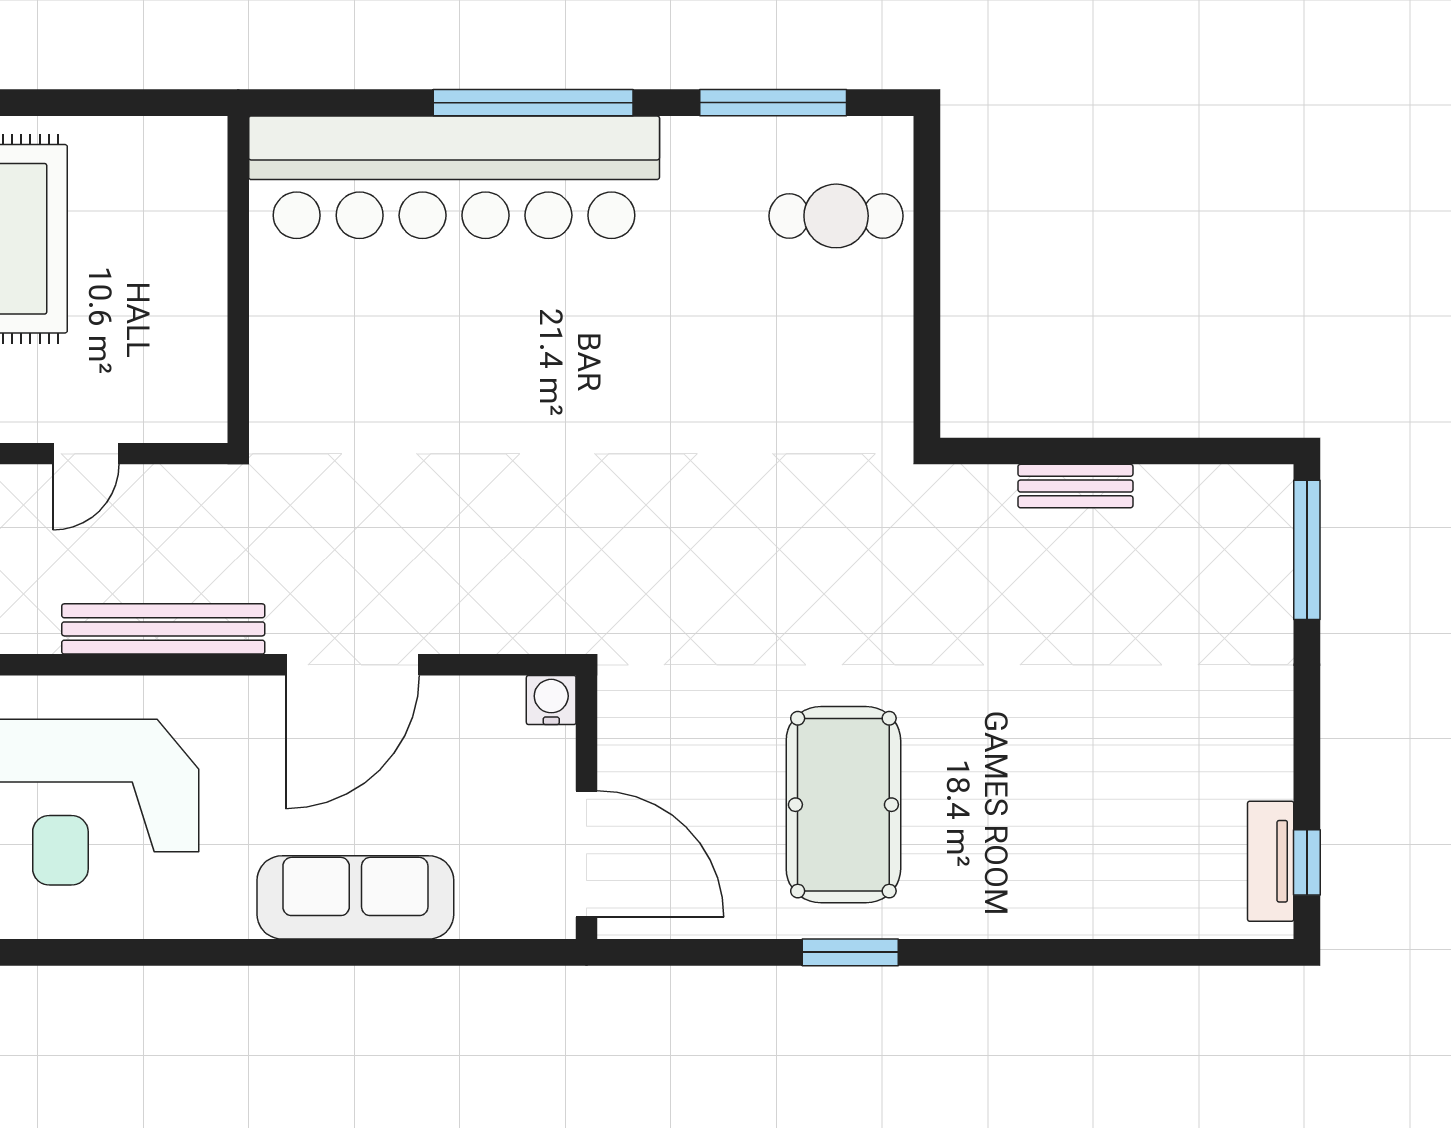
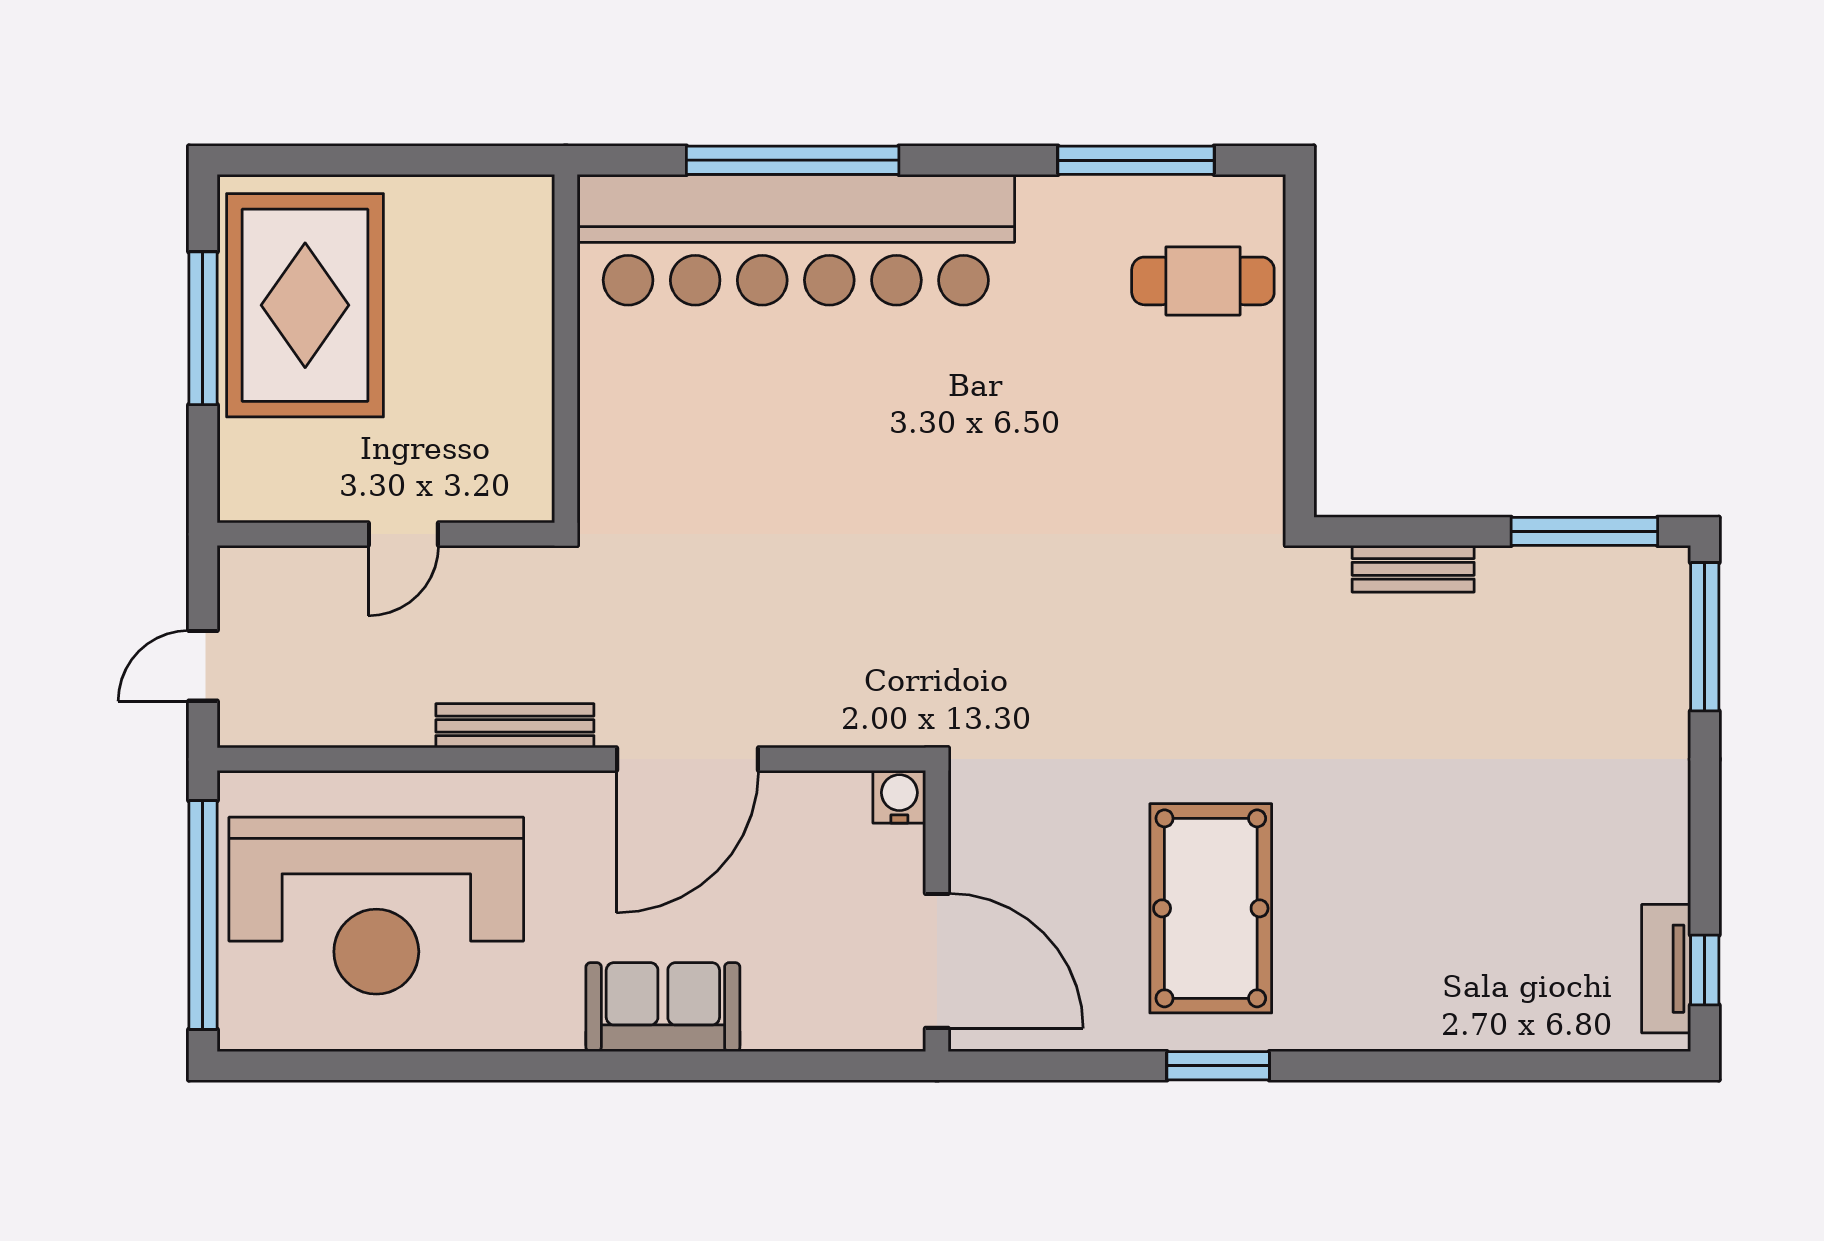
window: (533, 103) -> (793, 160), moved
window: (1194, 451) -> (1584, 531), added
bench: (1075, 486) -> (1413, 569), moved
bench: (163, 629) -> (515, 726), width x0.73, depth x0.82
sofa: (355, 897) -> (663, 1007), width x0.73

